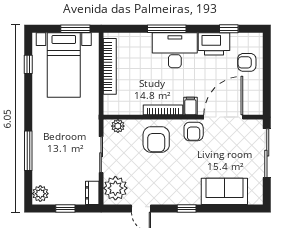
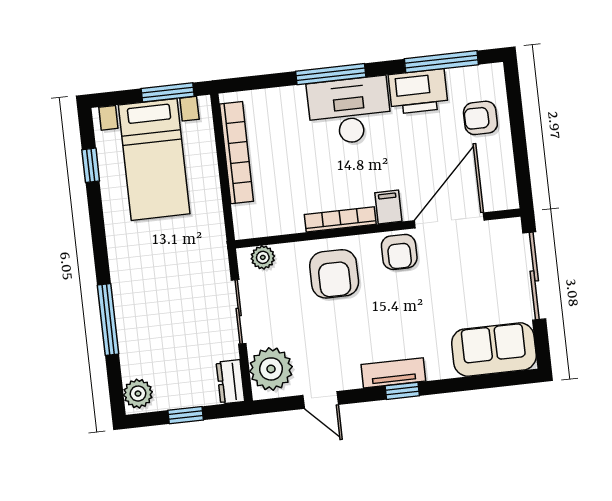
window: (229, 29) -> (441, 62), width x2.17
sofa: (224, 191) -> (494, 350), moved
tv unit: (183, 198) -> (393, 373), added

